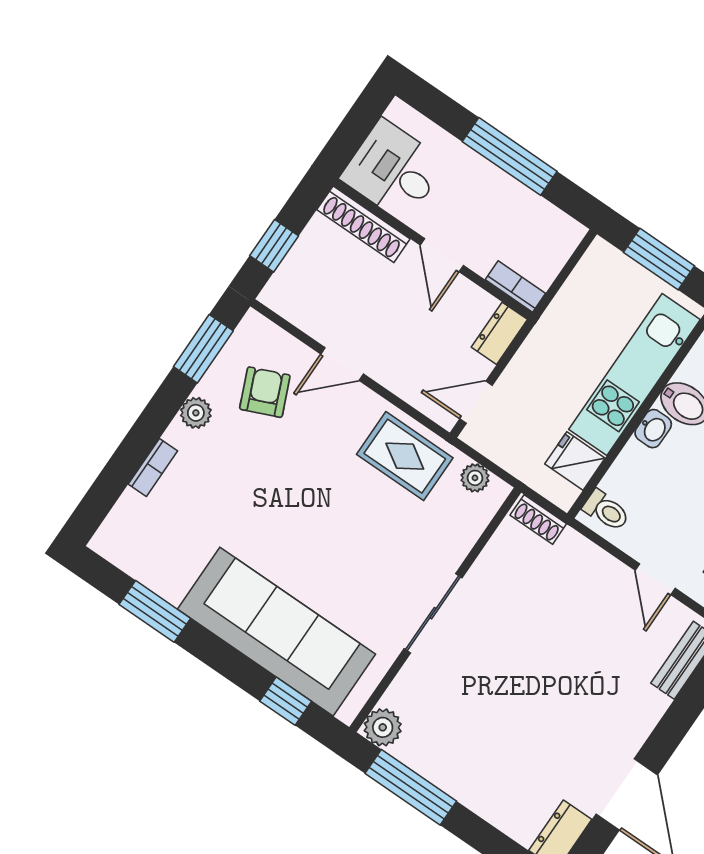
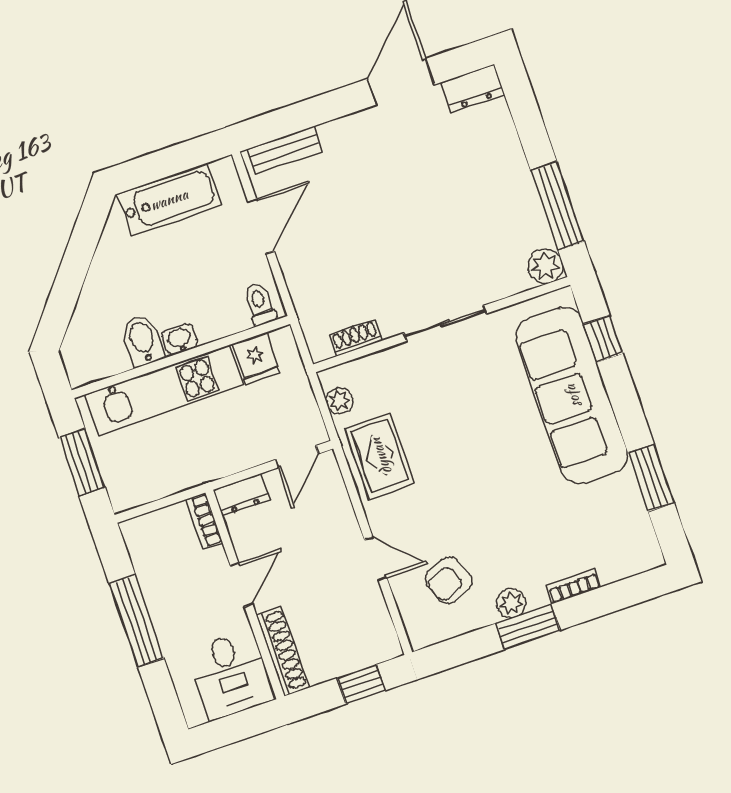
window: (203, 349) -> (528, 627), moved
door: (476, 402) -> (297, 457), hinge flipped
shoe rack: (538, 519) -> (355, 338), moved, turned -90
door: (655, 579) -> (261, 226), width x1.37

